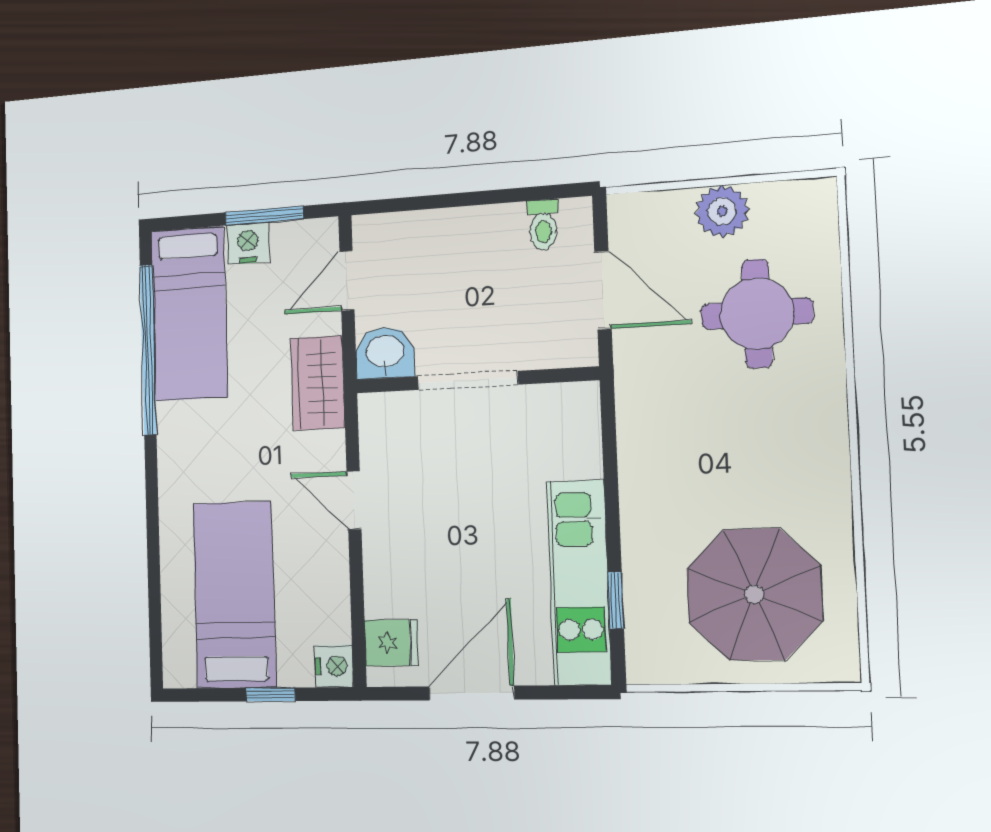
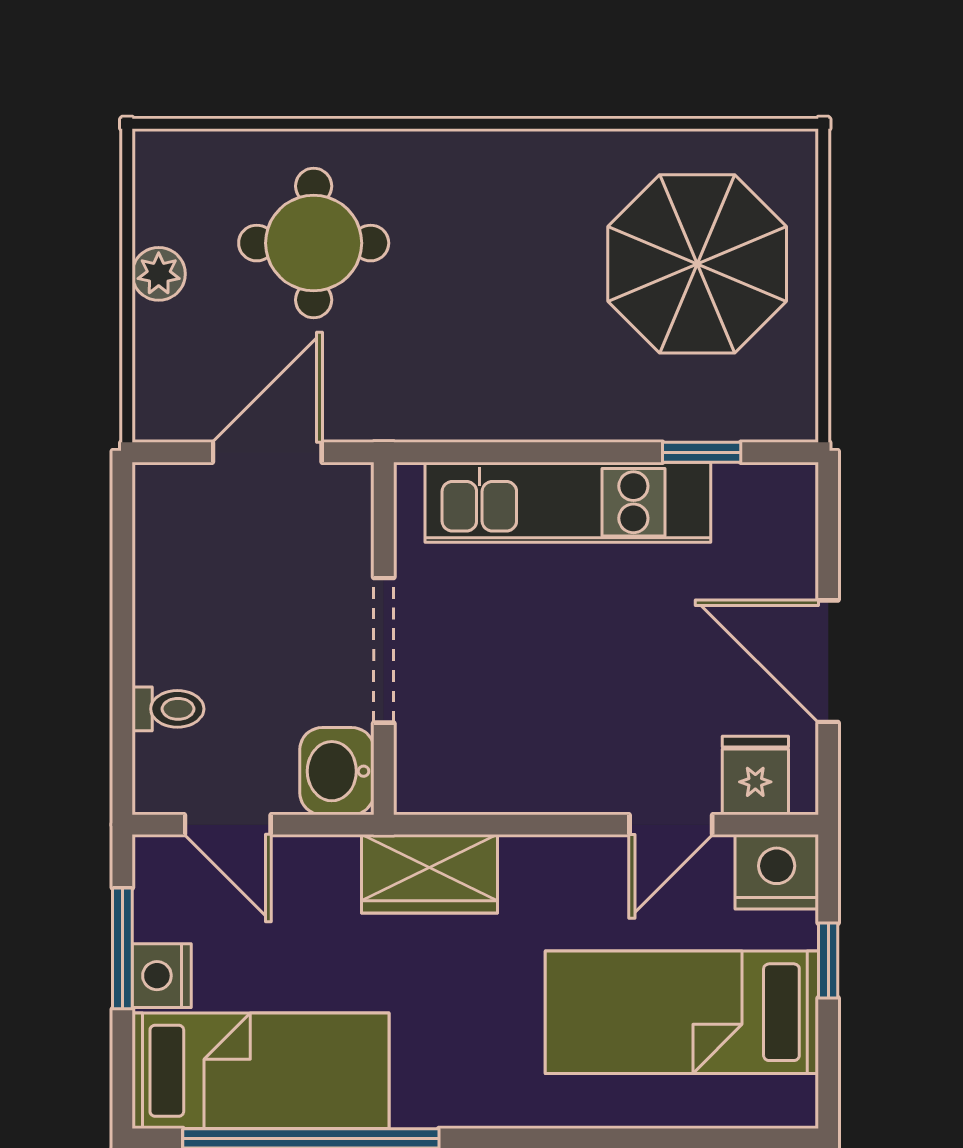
plant: (722, 211) -> (159, 274), width x0.73, depth x0.73
toilet: (543, 225) -> (168, 709), moved
wardrobe: (318, 383) -> (430, 874), moved
door: (354, 500) -> (671, 825), moved
kitchen unit: (579, 583) -> (568, 502), moved
nightstand: (334, 666) -> (777, 872), width x1.36, depth x1.33

